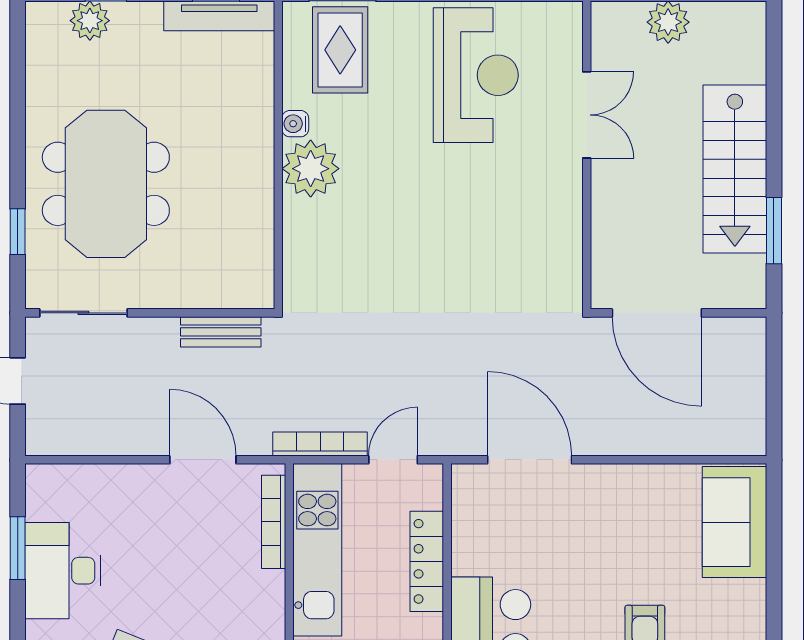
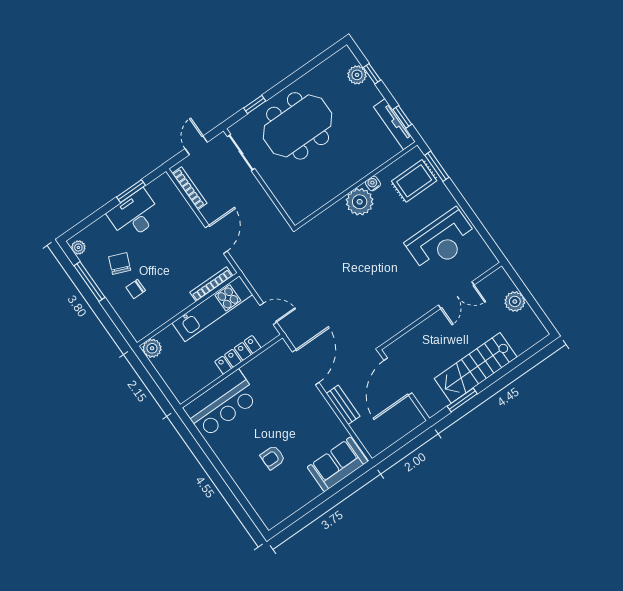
bench: (221, 332) -> (343, 405), moved
bookcase: (320, 444) -> (190, 188), moved

